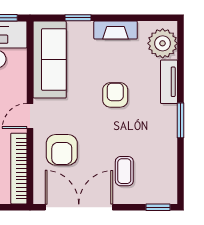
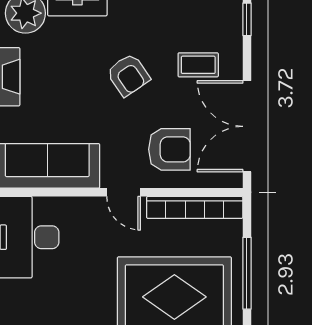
armchair: (115, 95) -> (128, 75), moved, turned -124

